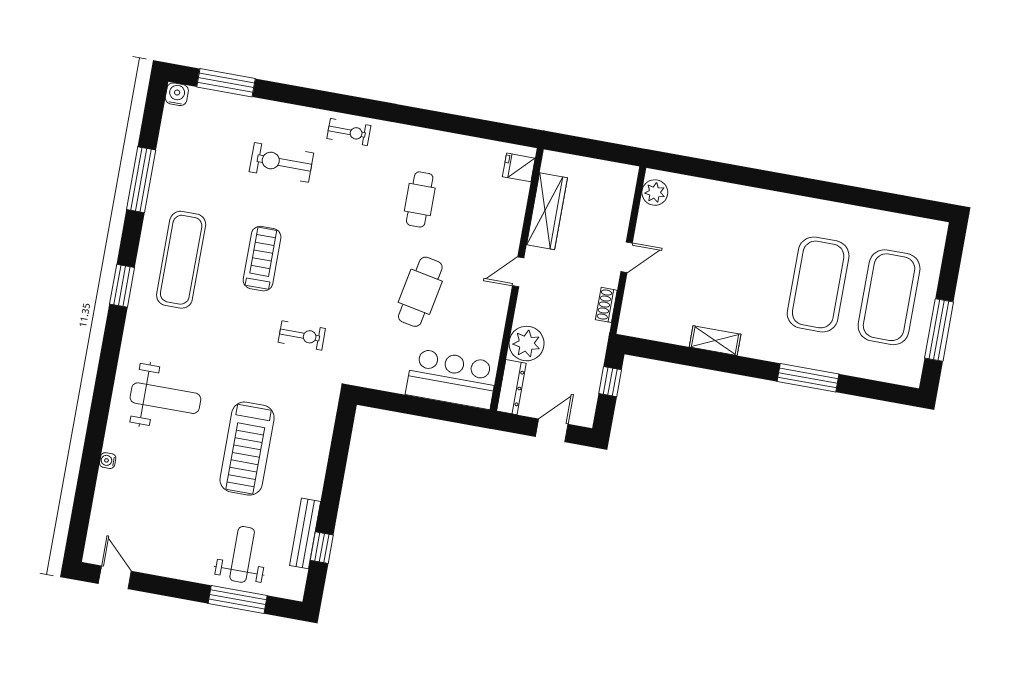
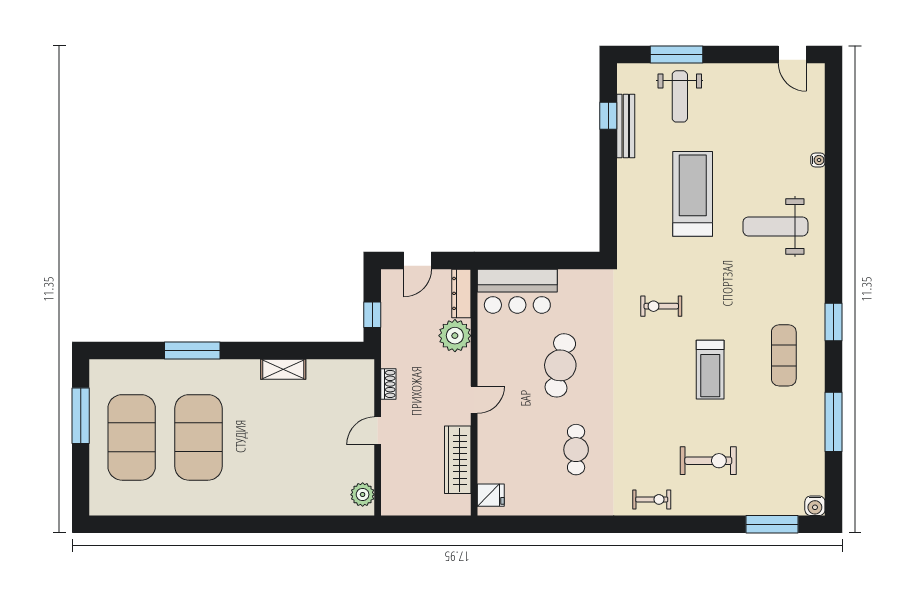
exercise bike: (349, 132) -> (652, 499), turned 180
exercise mat: (181, 260) -> (784, 355), width x0.73, depth x0.69

